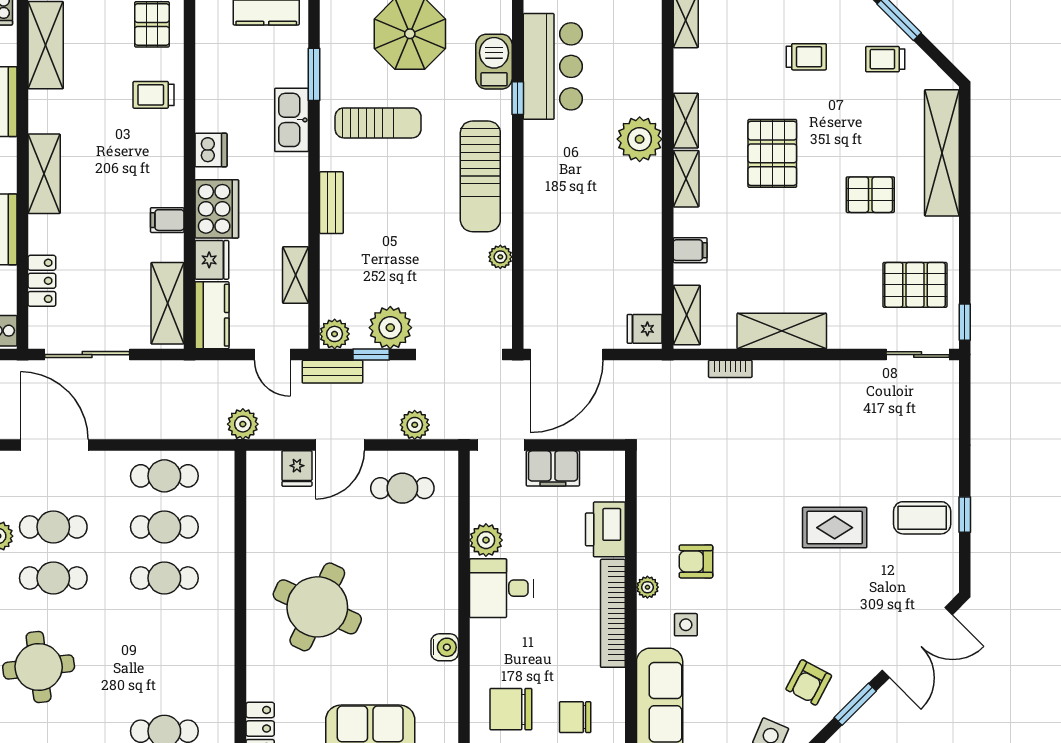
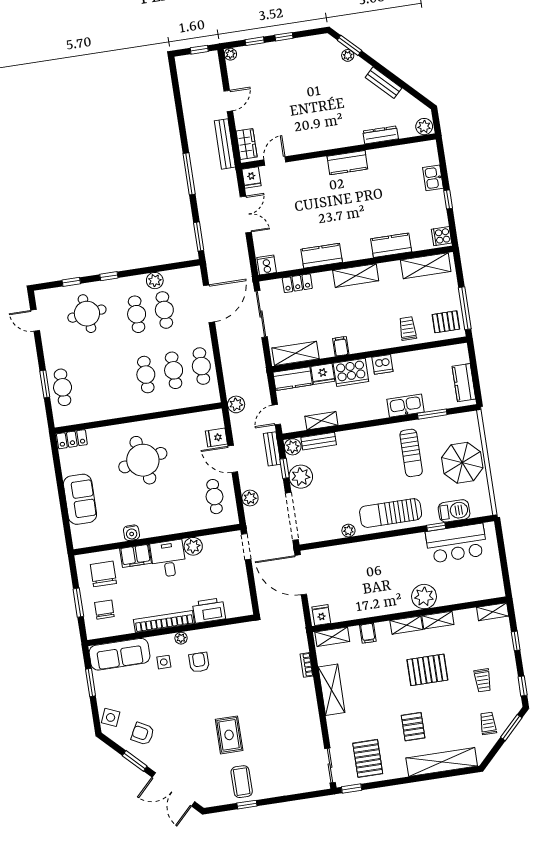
bench: (331, 203) -> (319, 441), moved
filing cabinet: (553, 468) -> (136, 556), moved, turned -90
round table: (317, 607) -> (143, 460), turned -37

